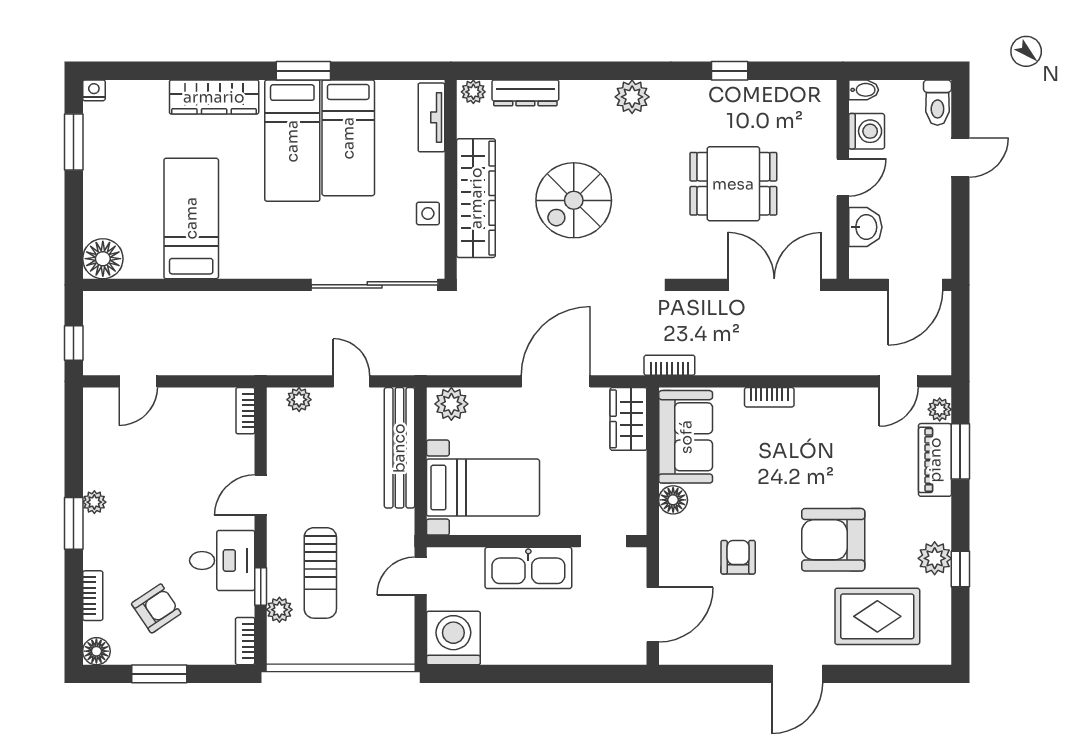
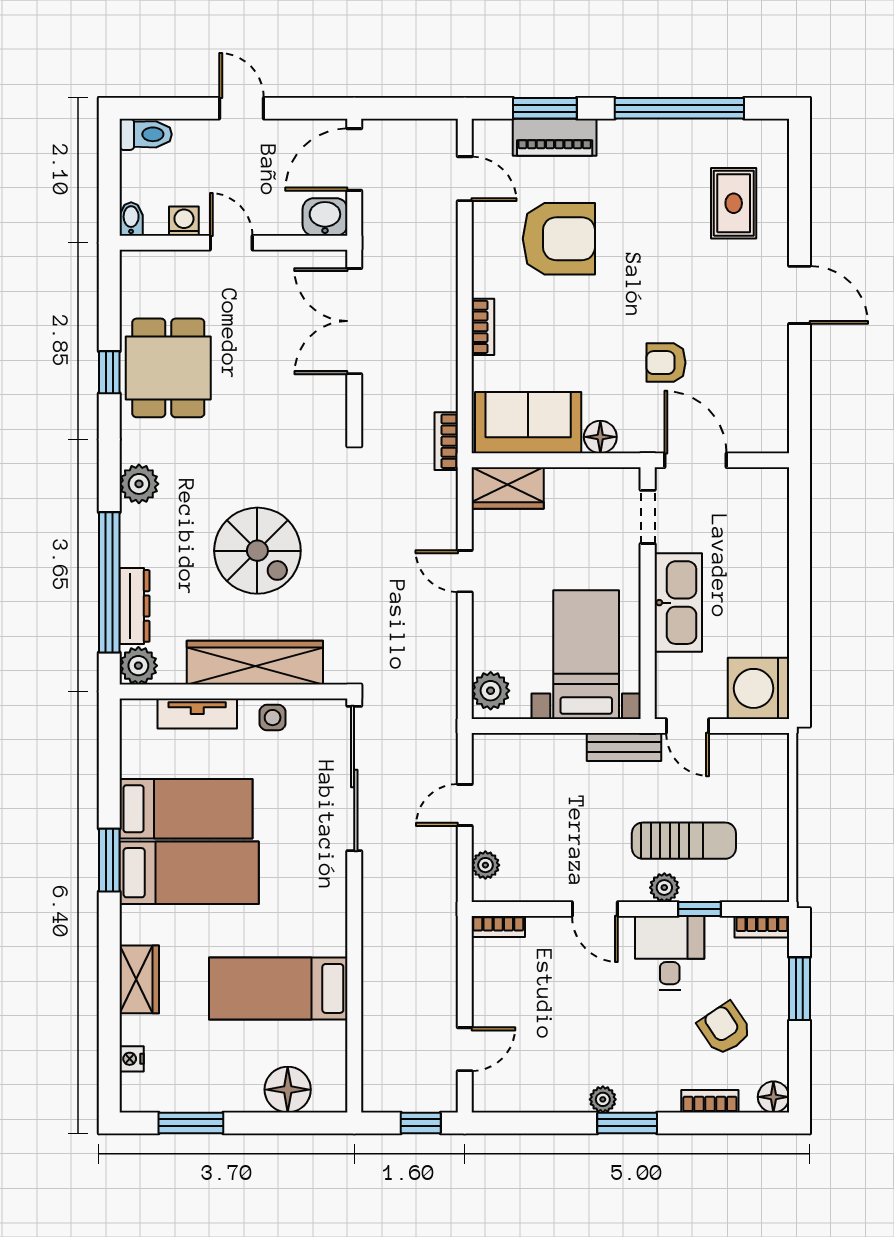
window: (546, 71) -> (109, 582), added
nightstand: (94, 90) -> (132, 1059), moved
plant: (473, 92) -> (138, 666), width x1.38, depth x1.38
wardrobe: (214, 97) -> (139, 979), width x0.67
tv unit: (431, 117) -> (197, 713), moved
washing machine: (867, 131) -> (184, 221), width x0.73, depth x0.73
door: (960, 157) -> (242, 108), moved
dining table: (733, 184) -> (168, 368), moved
washbasin: (865, 227) -> (325, 217), moved
floor lamp: (103, 259) -> (288, 1090), moved
door: (915, 285) -> (354, 160), swing flipped
door: (138, 381) -> (465, 1049), hinge flipped
door: (556, 381) -> (465, 571), width x0.53
plant: (940, 409) -> (497, 132), removed
bench: (399, 448) -> (624, 747), moved, width x0.54, depth x0.82
armchair: (833, 540) -> (559, 239), moved, turned -90
plant: (935, 558) -> (667, 138), removed
window: (960, 569) -> (679, 108), width x3.17
plant: (279, 610) -> (664, 888), moved
door: (653, 615) -> (695, 460), moved
rug: (877, 616) -> (734, 203), width x0.73, depth x0.70
window: (159, 674) -> (799, 989), moved

